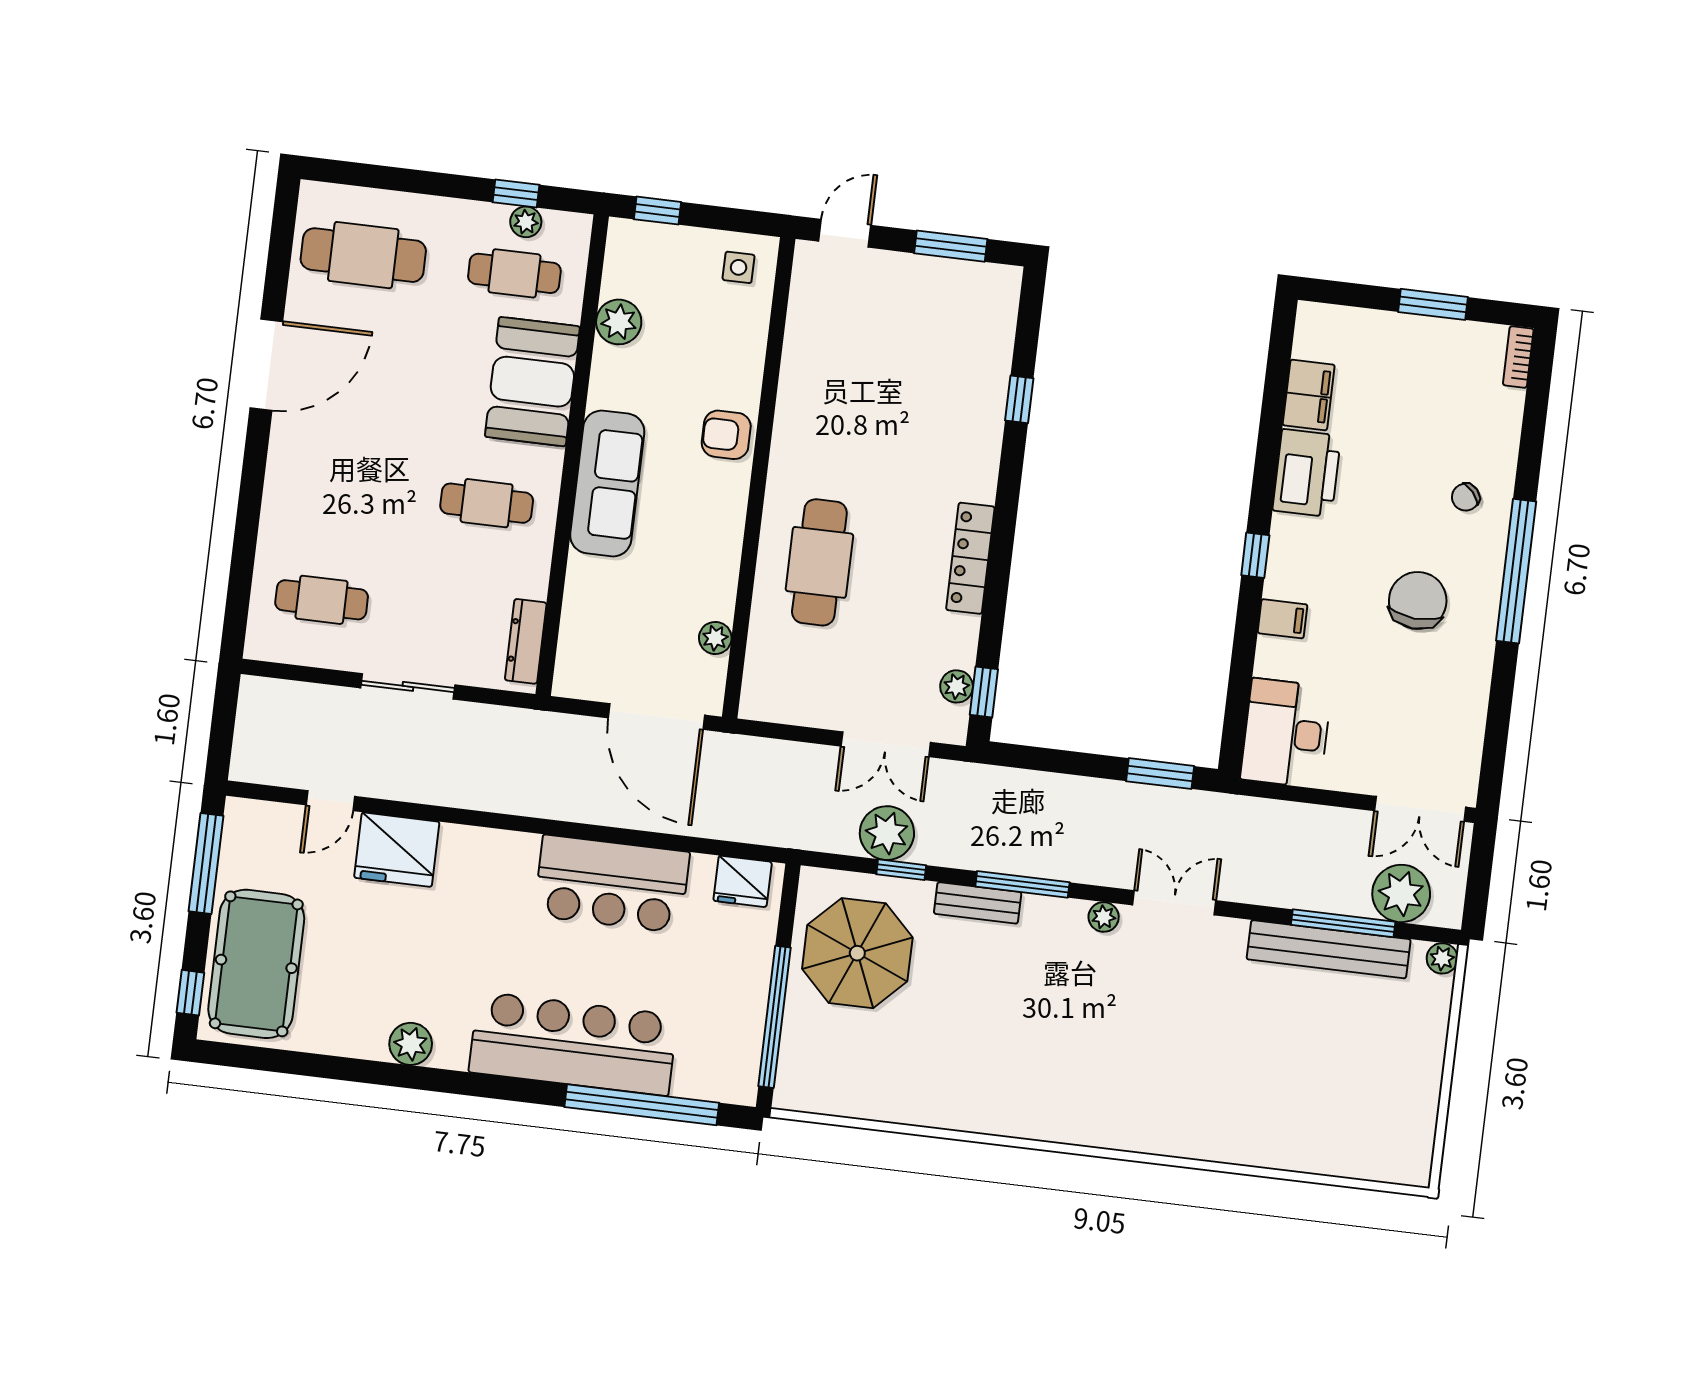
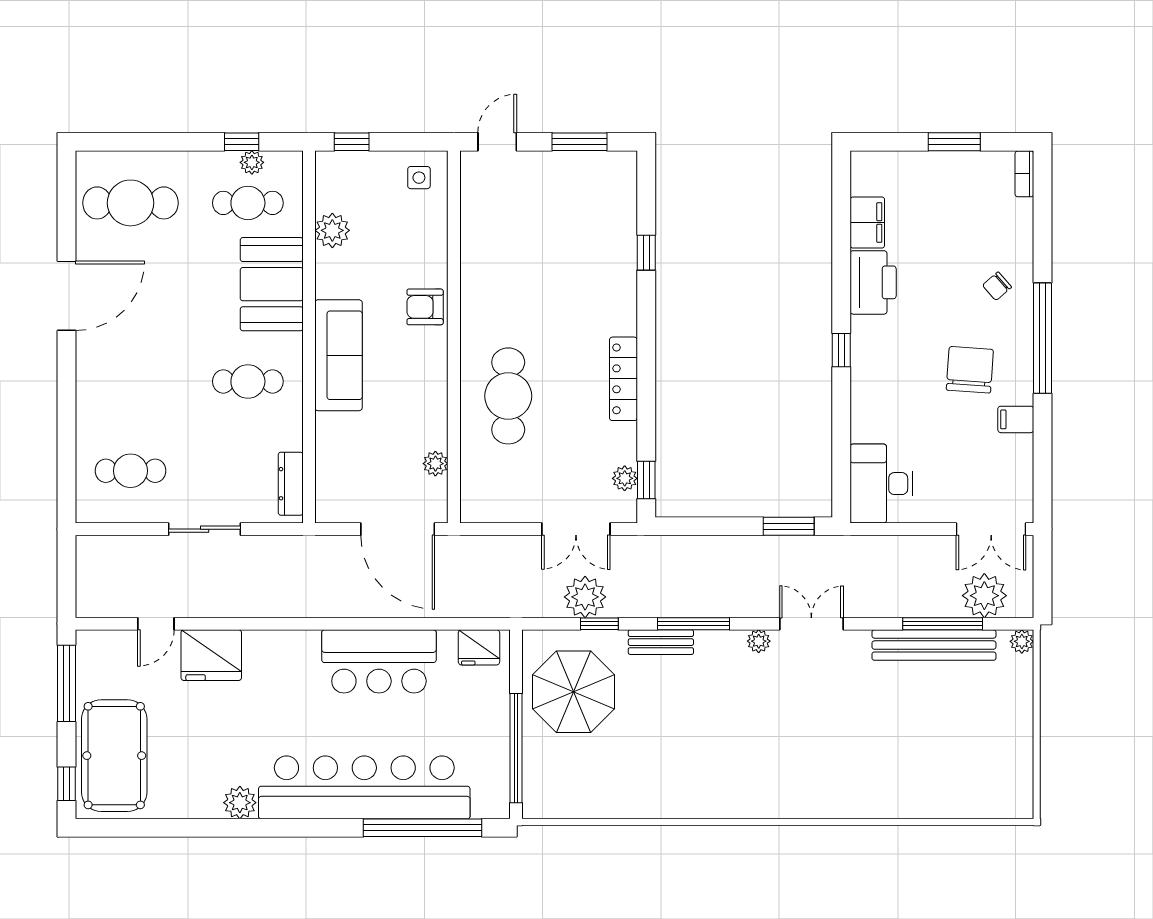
filing cabinet: (1283, 619) -> (1016, 419), moved, turned 180
bar counter: (573, 1044) -> (364, 787), width x1.36

